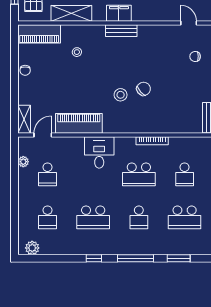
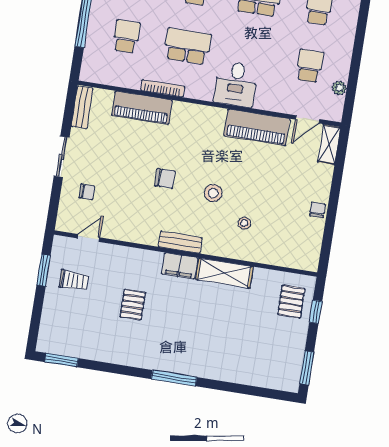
shelving: (71, 13) -> (224, 273), moved
door: (189, 23) -> (88, 238), swing flipped
piano: (39, 34) -> (142, 108), moved, turned 180
chair: (144, 89) -> (165, 179), moved, turned -139
stool: (121, 95) -> (213, 193), moved

